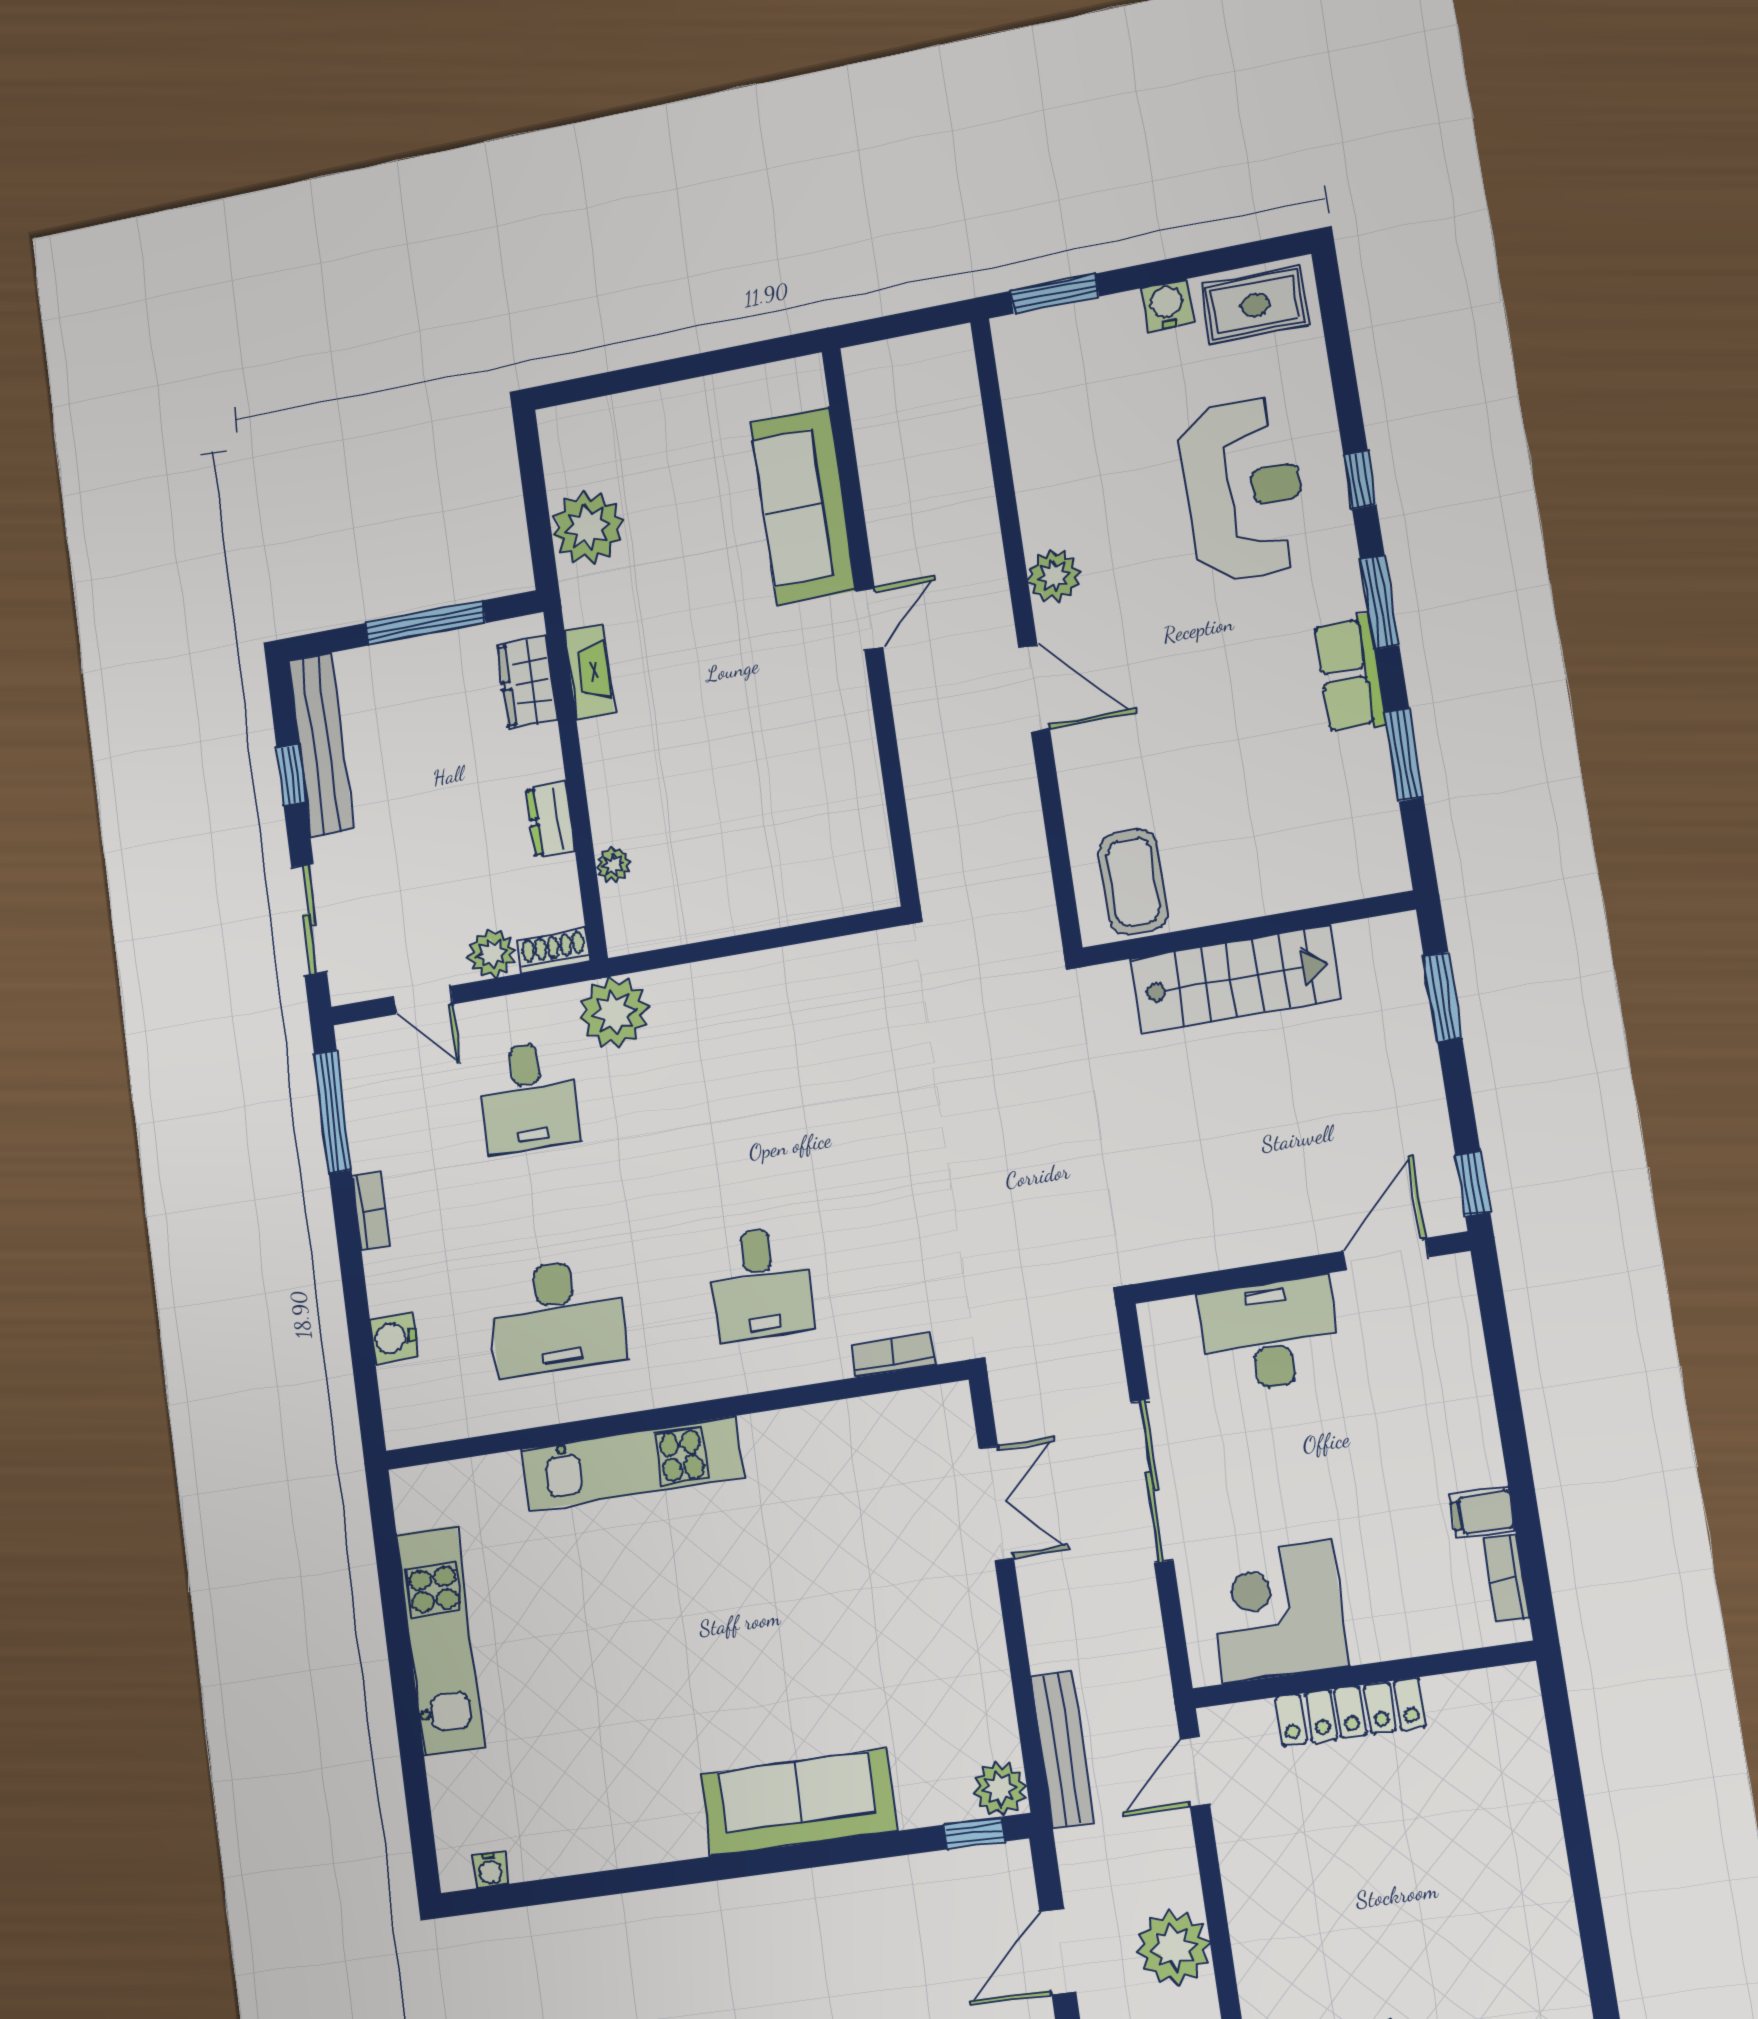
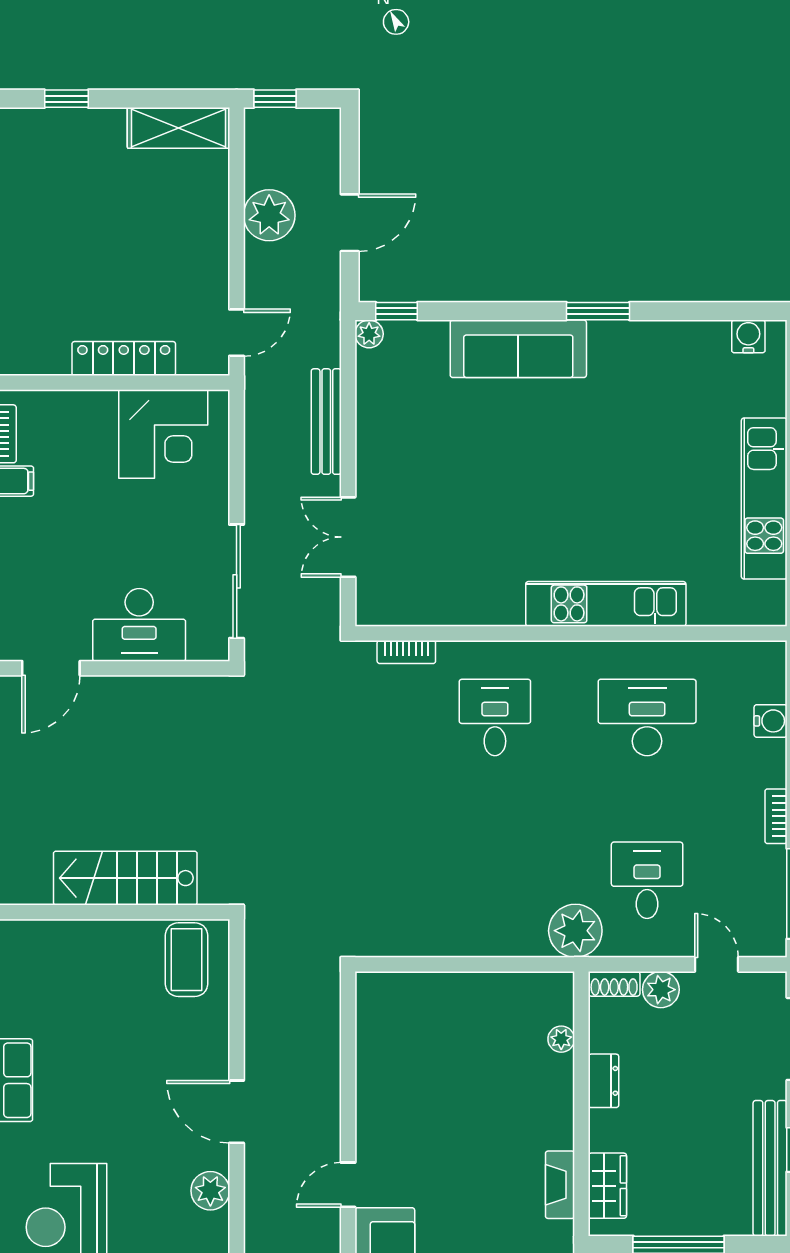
sliding door: (1152, 1481) -> (237, 581), moved
bench: (1063, 1750) -> (326, 422), moved
plant: (1000, 1789) -> (369, 334), width x0.73, depth x0.73
water cooler: (490, 1869) -> (748, 336), width x1.38, depth x1.38
window: (697, 1871) -> (598, 311), added

